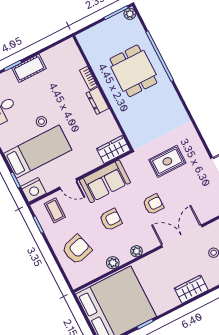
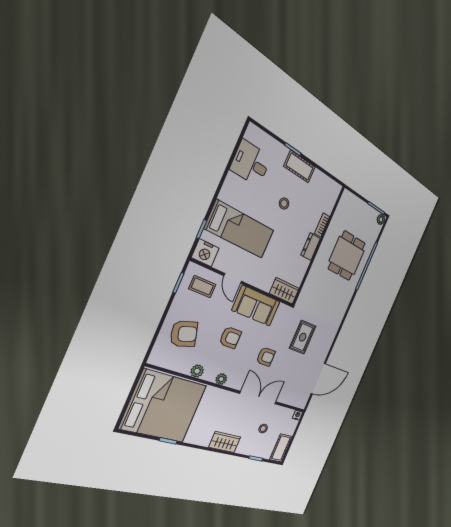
stool: (41, 122) -> (284, 204), moved
rug: (167, 161) -> (303, 337), turned 90
coffee table: (55, 210) -> (202, 287), turned 90

